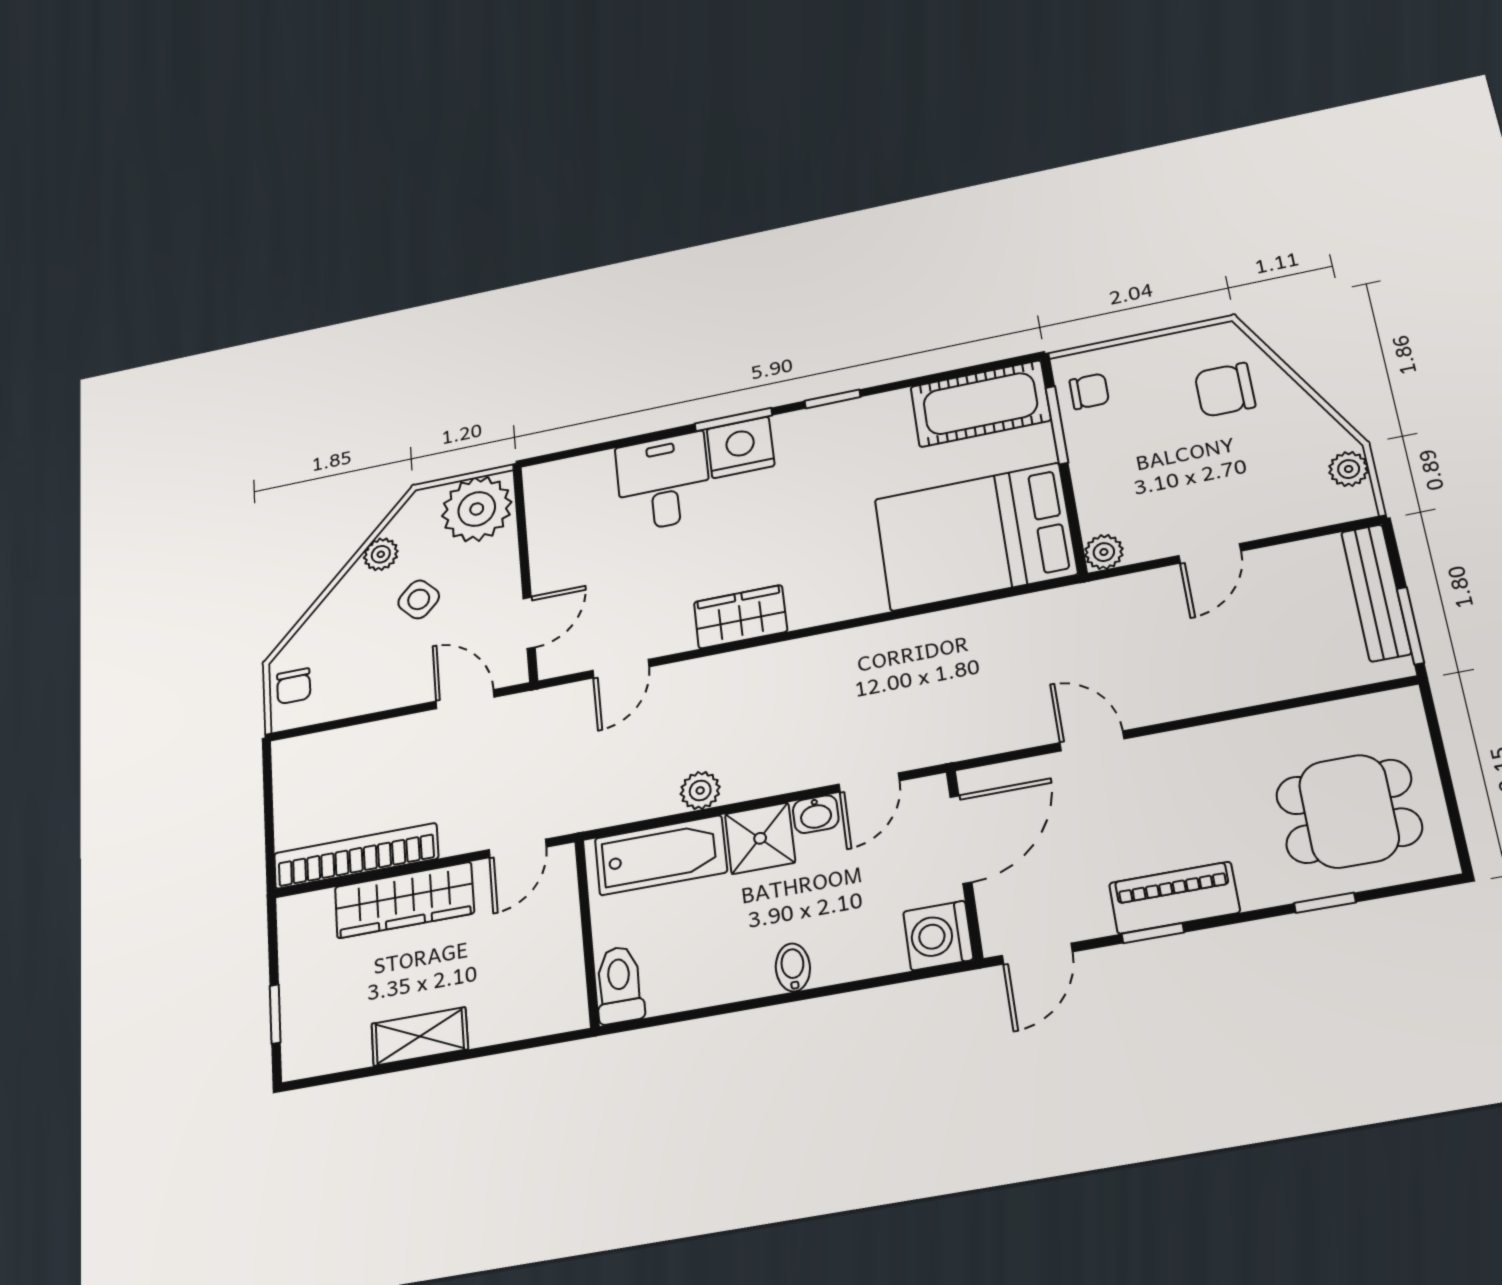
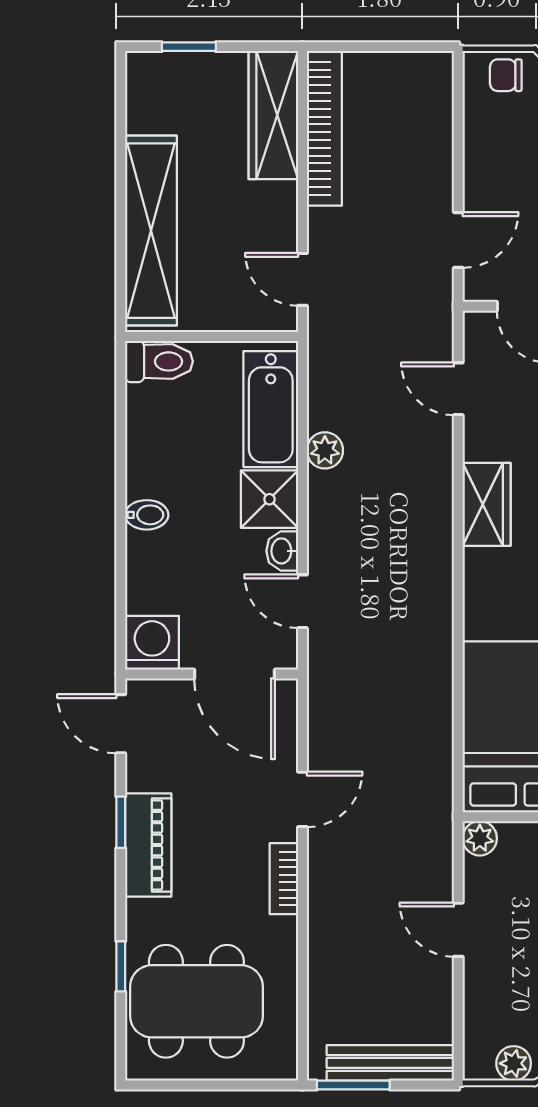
bookcase: (1186, 743) -> (284, 879), added
dining table: (1349, 811) -> (196, 1001), width x1.38
wardrobe: (404, 900) -> (273, 115), moved
shelving: (420, 1036) -> (151, 231), width x2.20, depth x1.33

